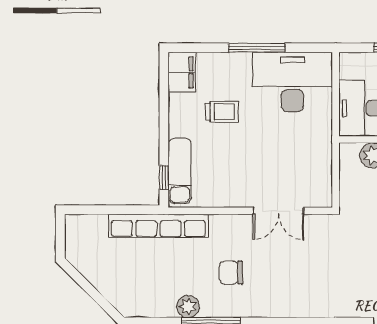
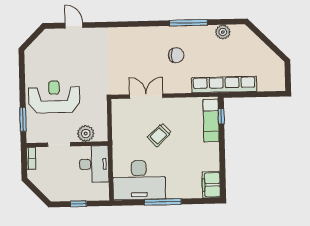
trolley: (222, 112) -> (159, 135), moved, turned -43
plant: (188, 306) -> (223, 32), moved

